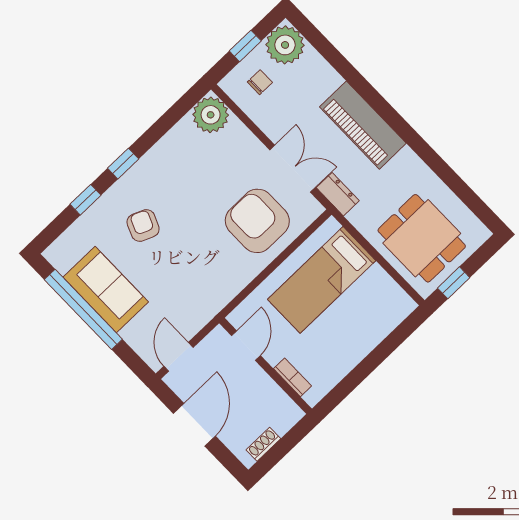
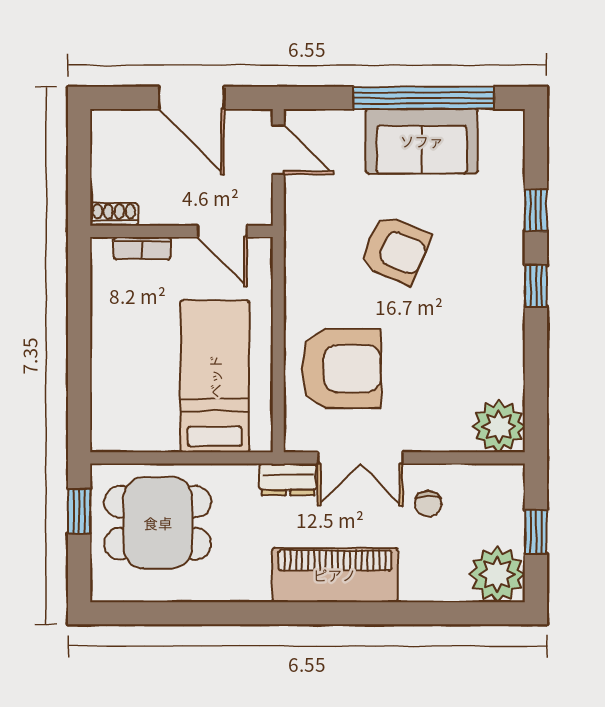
chair: (260, 82) -> (428, 504), moved
armchair: (143, 226) -> (395, 250), moved, width x1.38, depth x1.38
shoe rack: (263, 444) -> (114, 214), moved, turned -90

